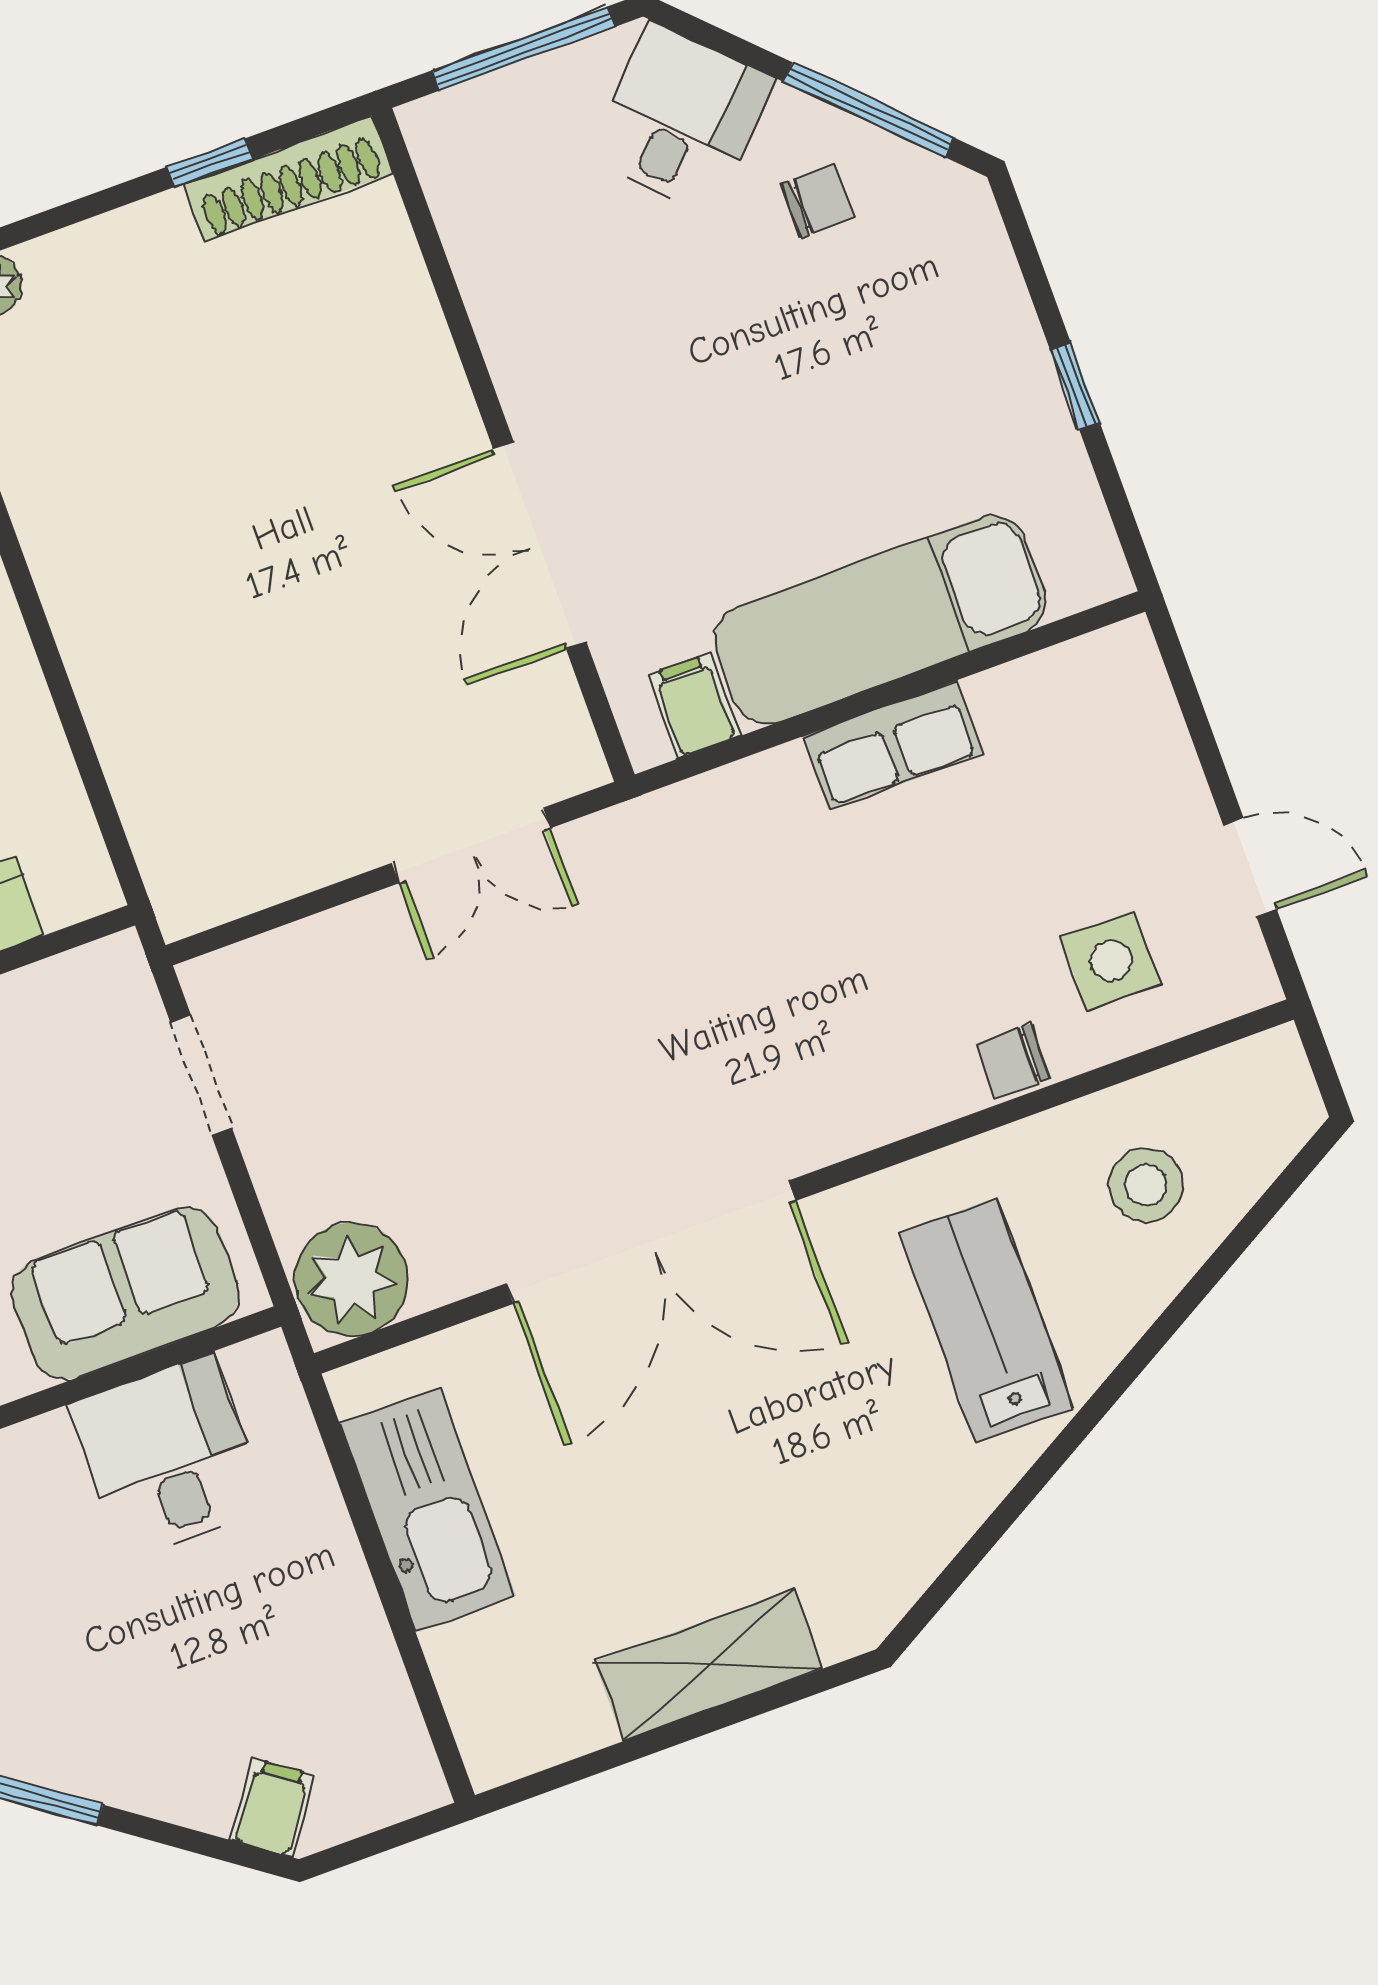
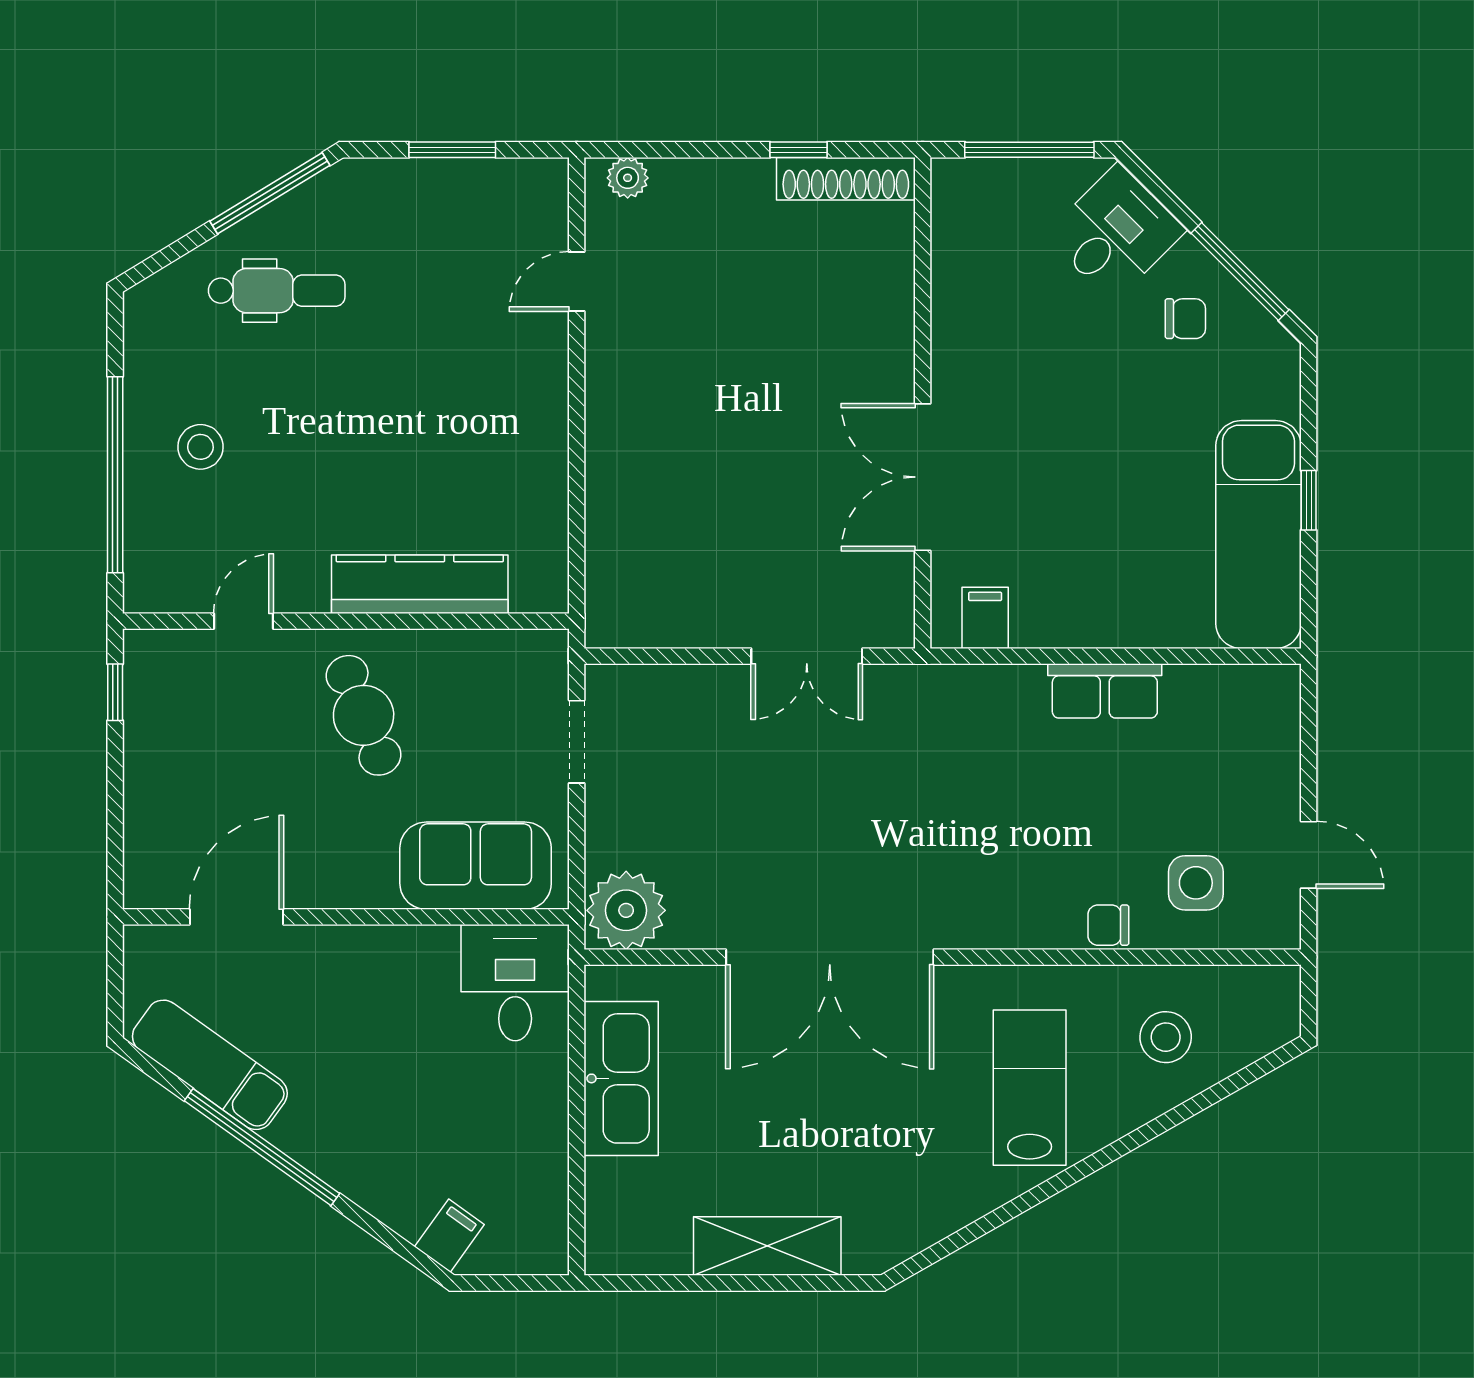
exam couch: (880, 620) -> (1258, 535), moved, turned -90
desk: (169, 1457) -> (515, 983), moved

